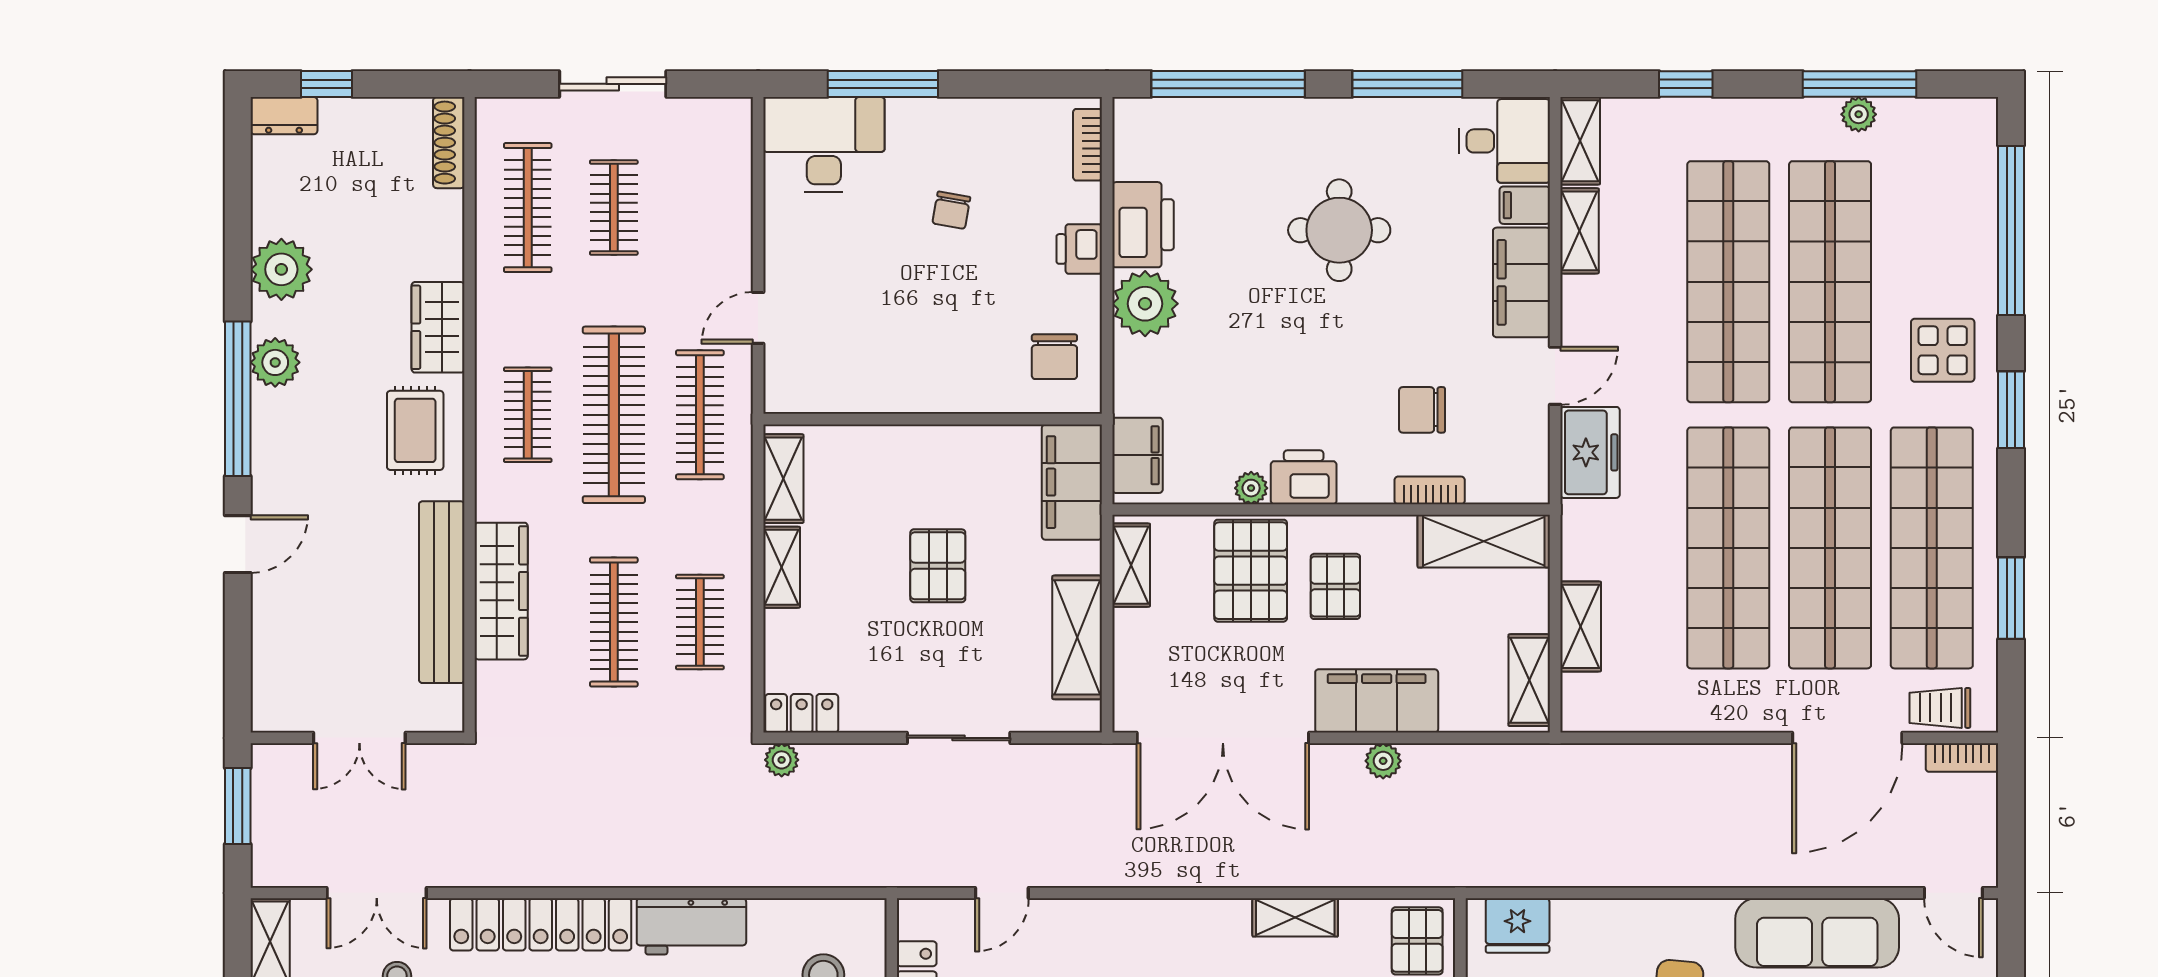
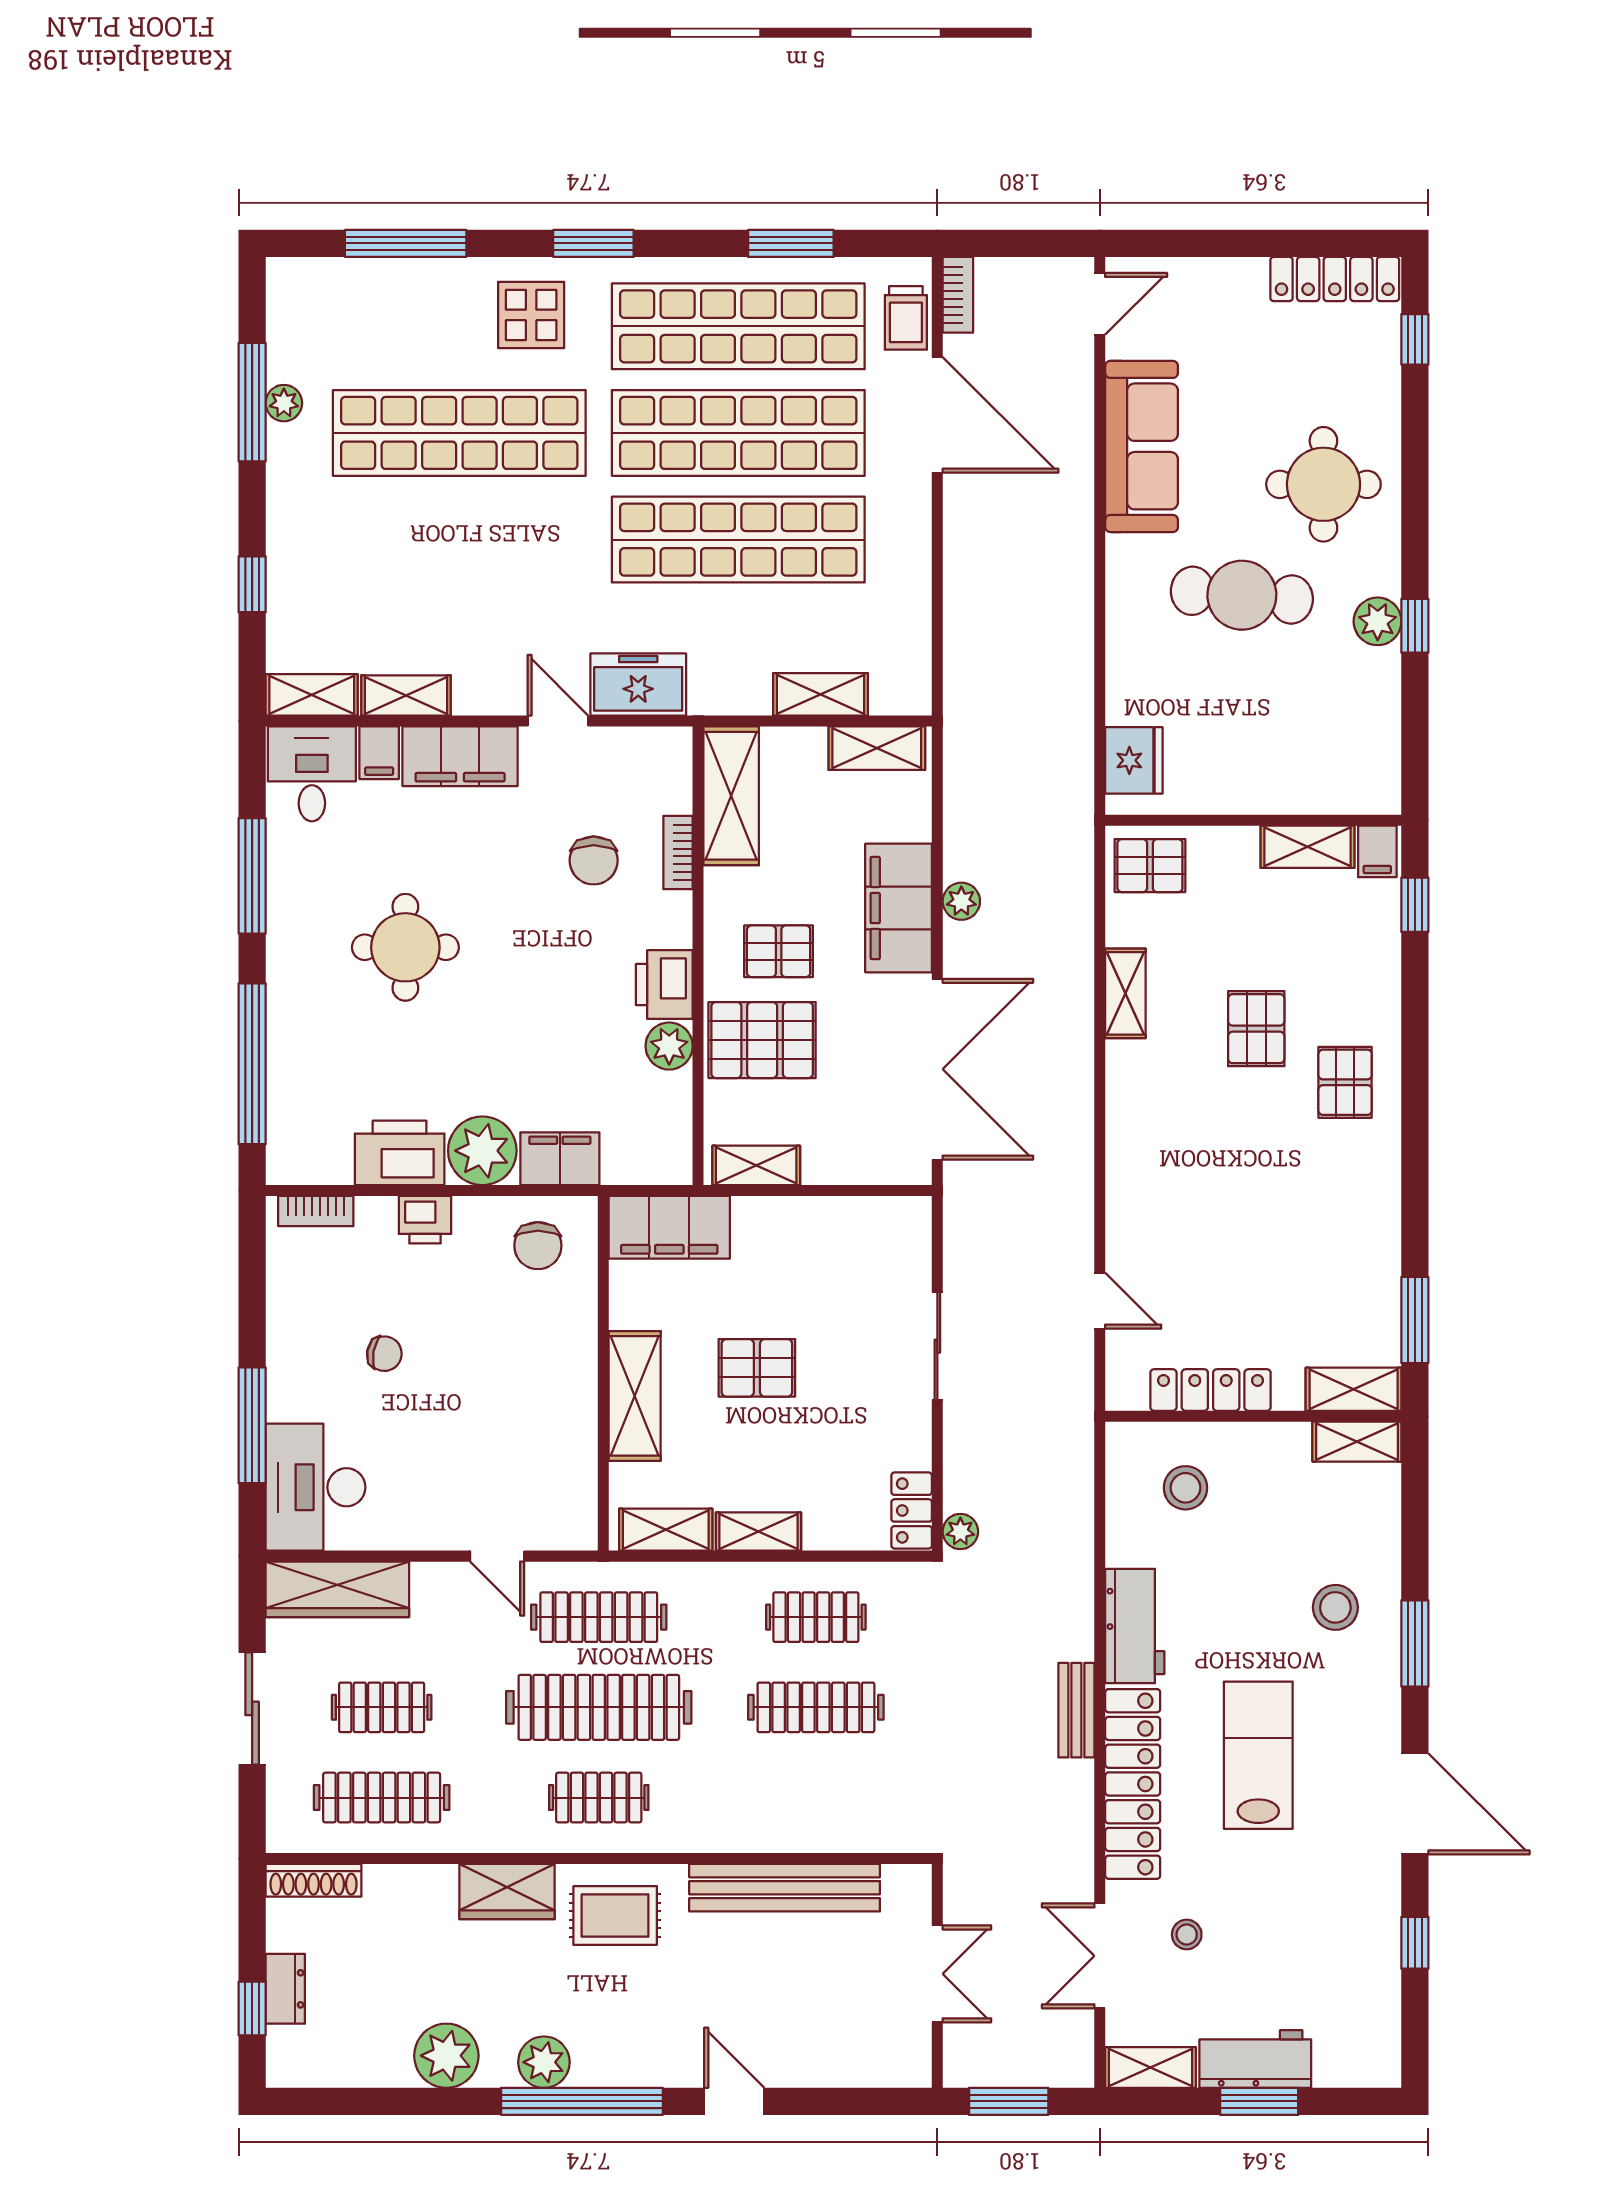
dresser: (284, 116) -> (285, 1989), moved
window: (2011, 230) -> (406, 243), width x0.68
shop shelf: (1728, 282) -> (459, 540), removed
chair: (1054, 357) -> (538, 1246), turned 90
filing cabinet: (1137, 455) -> (560, 1159), moved
plant: (1251, 488) -> (669, 1046), width x1.38, depth x1.38
wardrobe: (501, 591) -> (337, 1589), moved, turned 180
shelving: (1077, 637) -> (635, 1396), moved, turned 90
bench: (611, 871) -> (1076, 1710), added
double door: (377, 893) -> (1100, 1956), swing flipped

